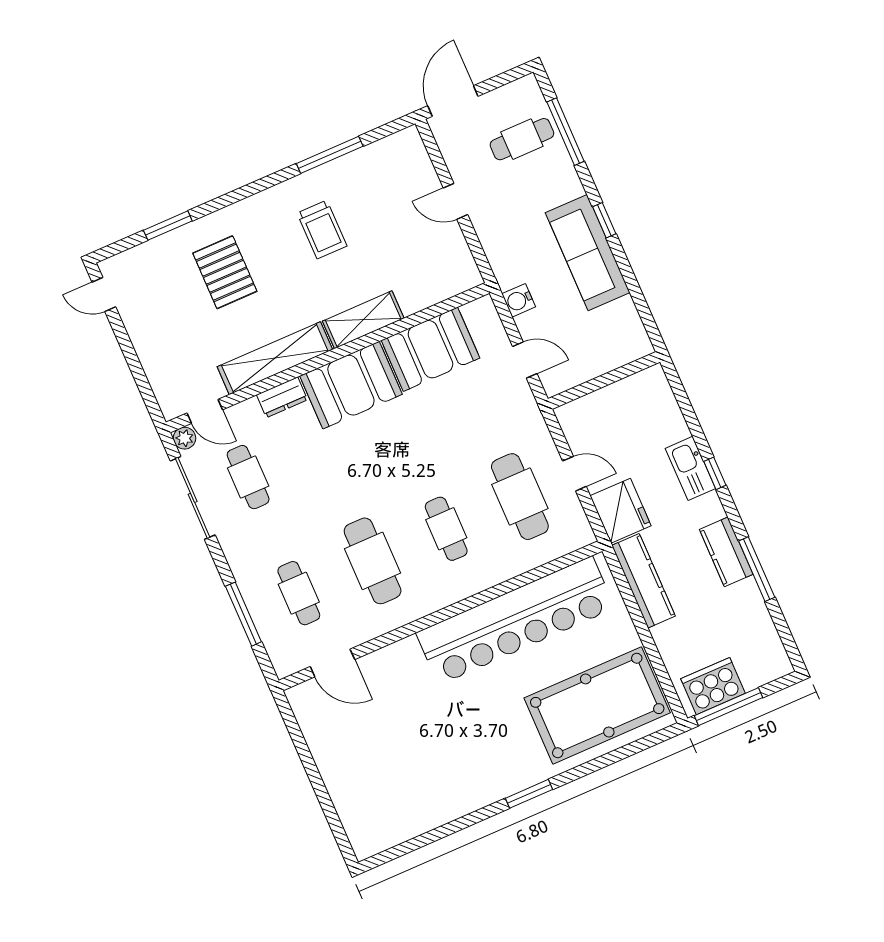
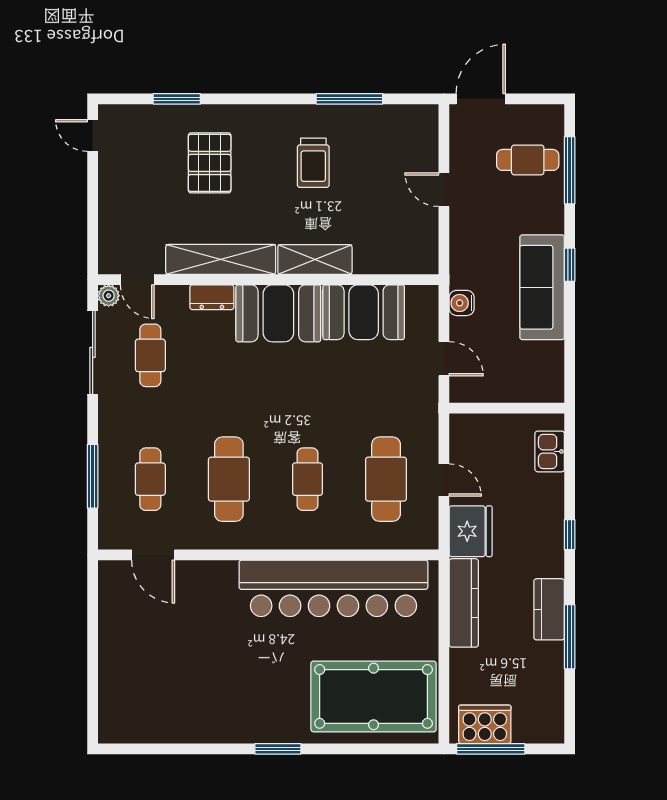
kitchen sink: (690, 468) -> (550, 451), moved, width x0.73

